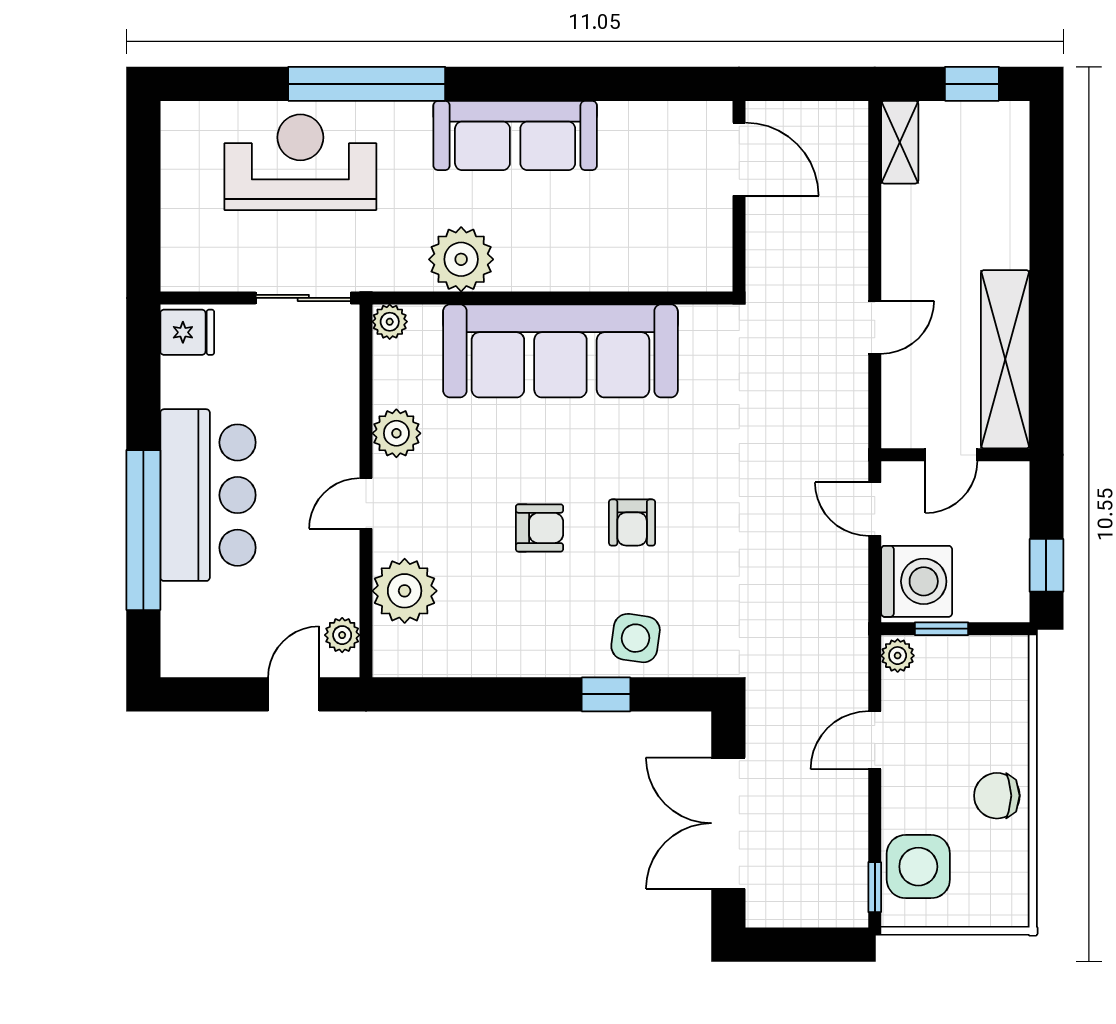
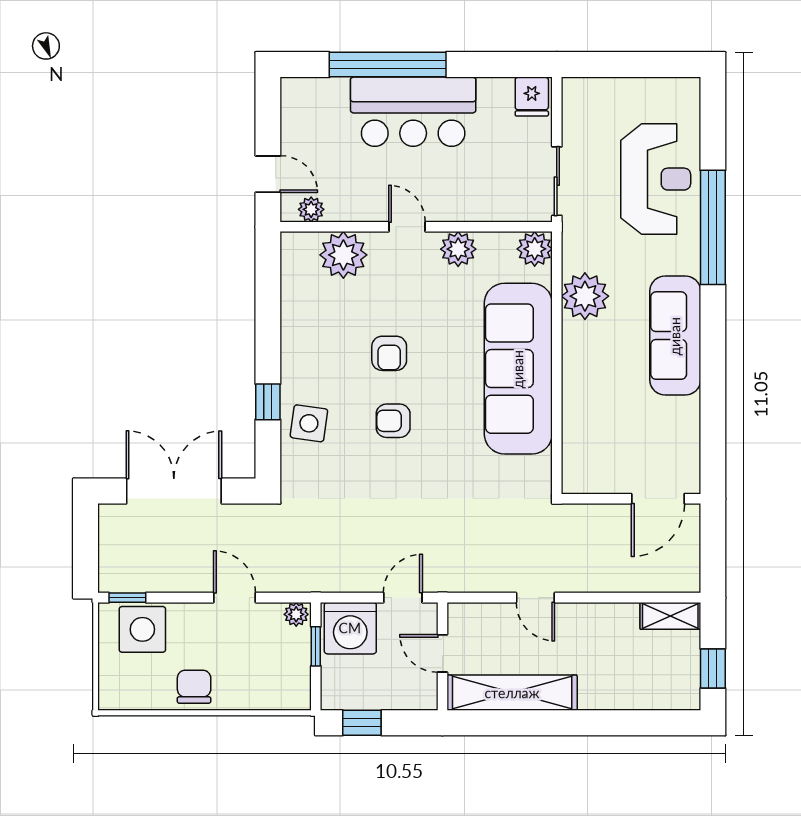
plant: (390, 322) -> (535, 249), width x1.38, depth x1.38

